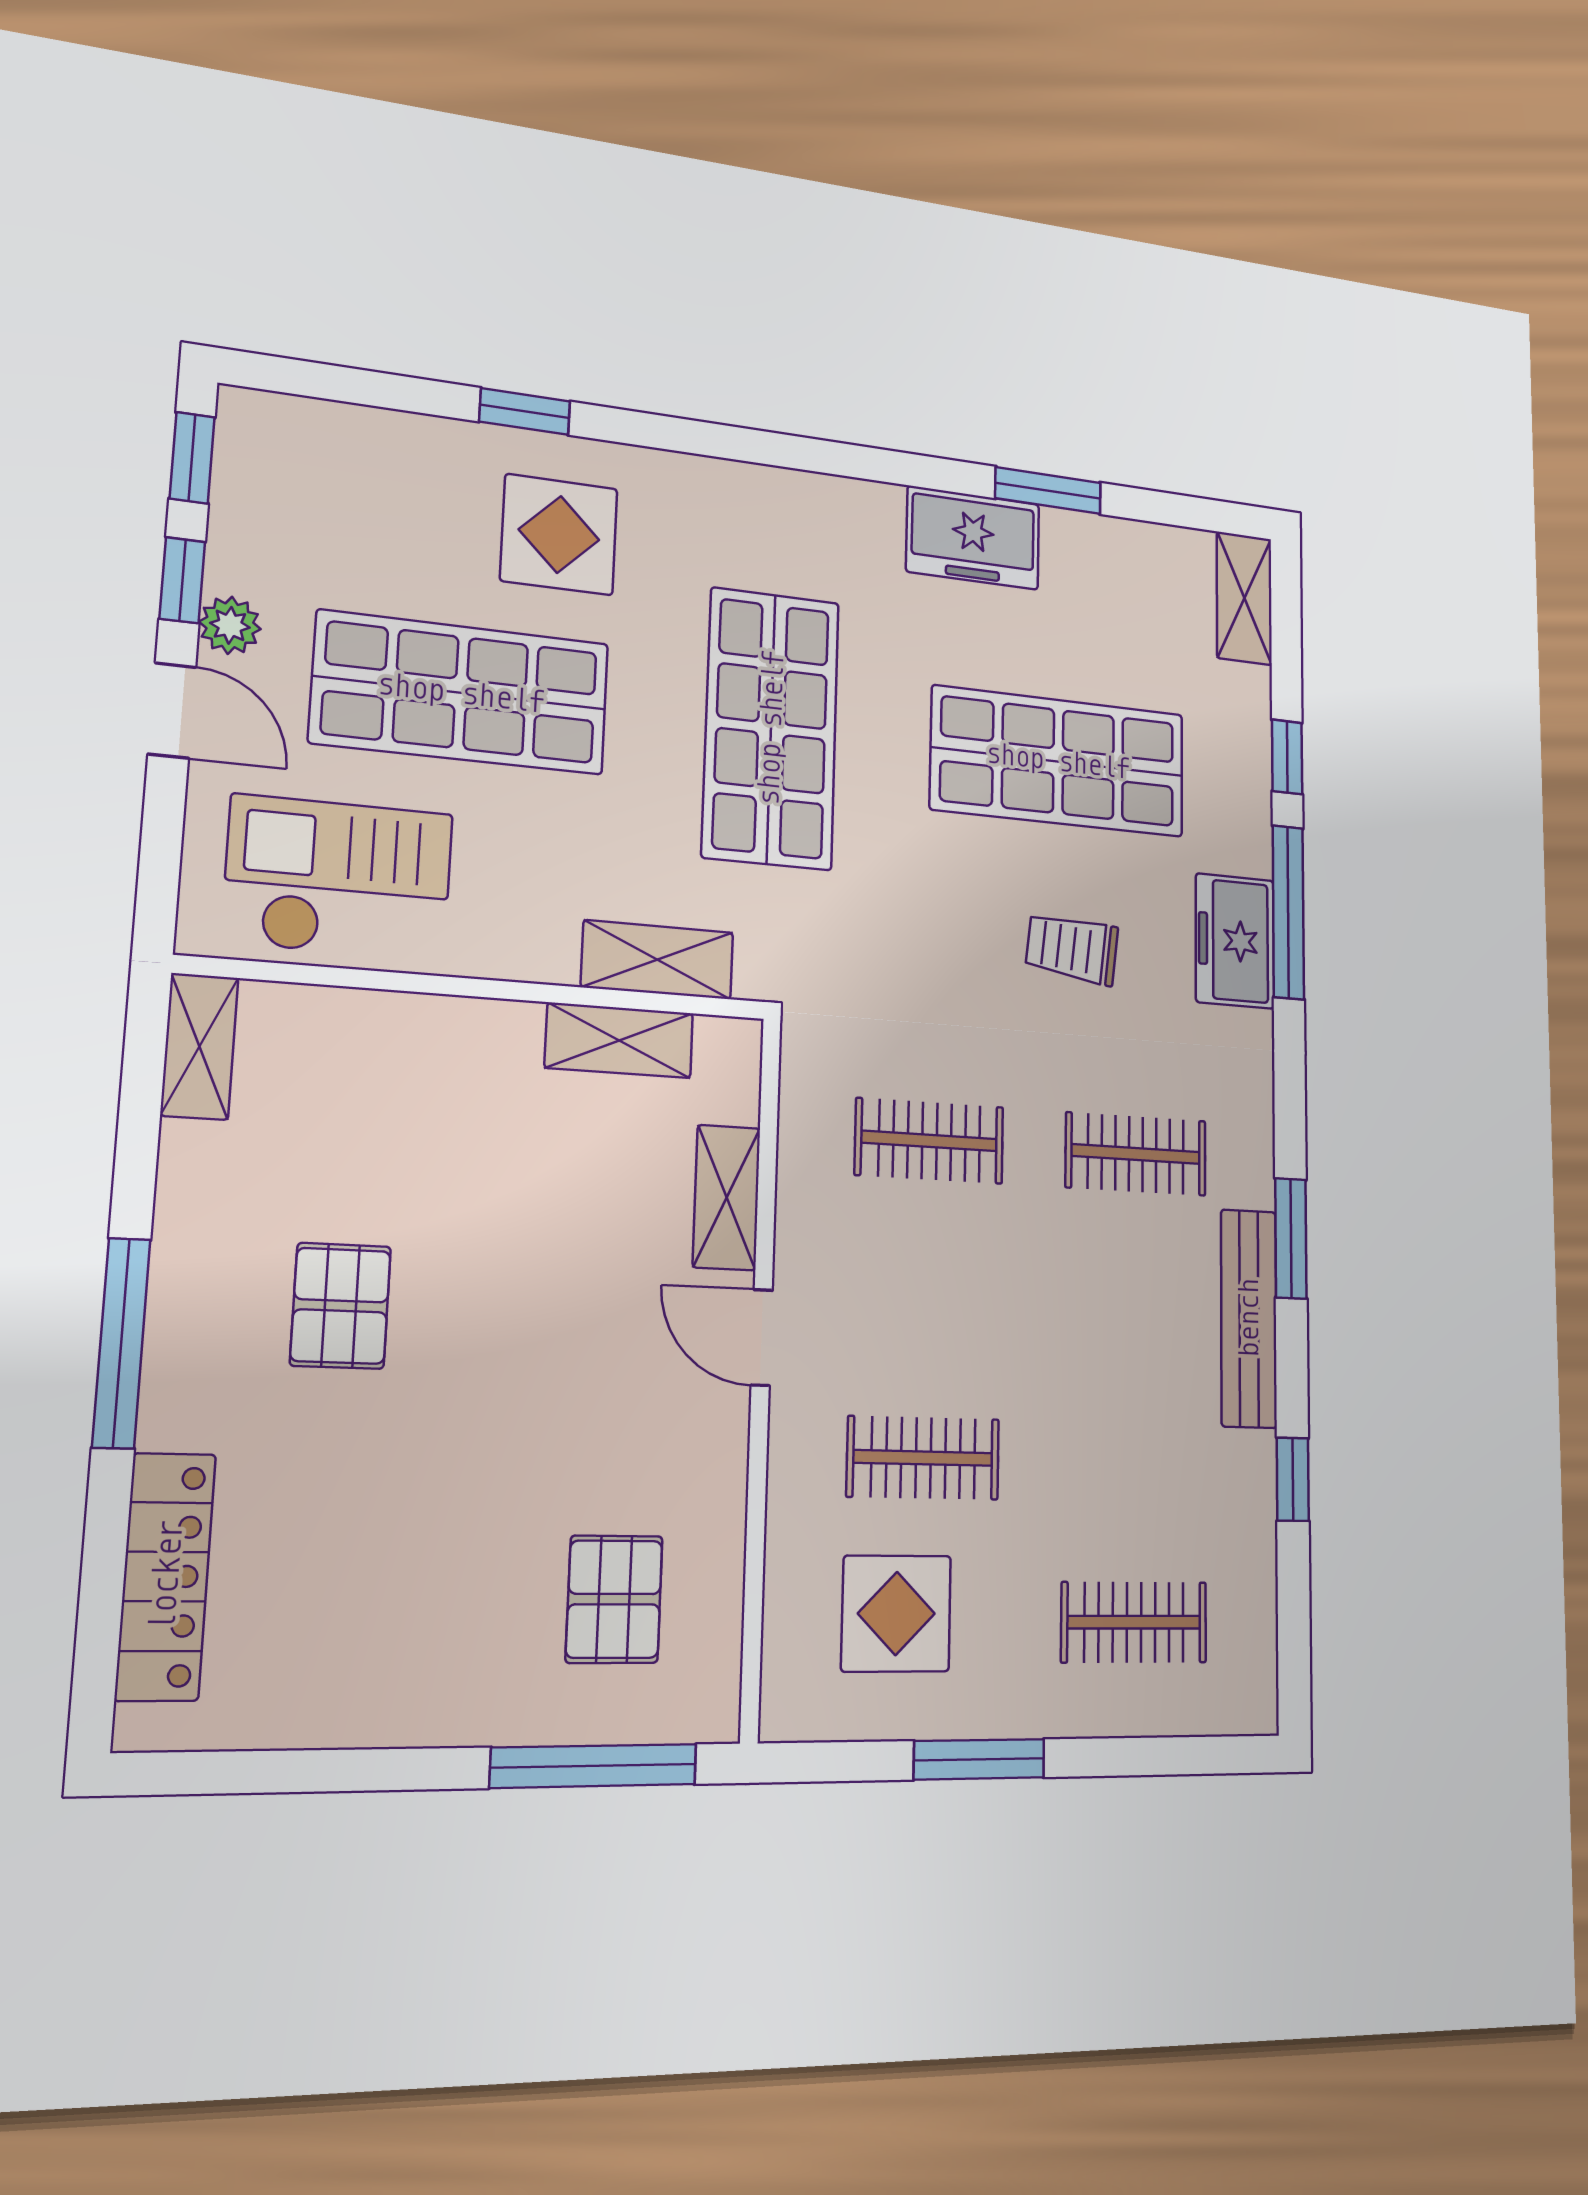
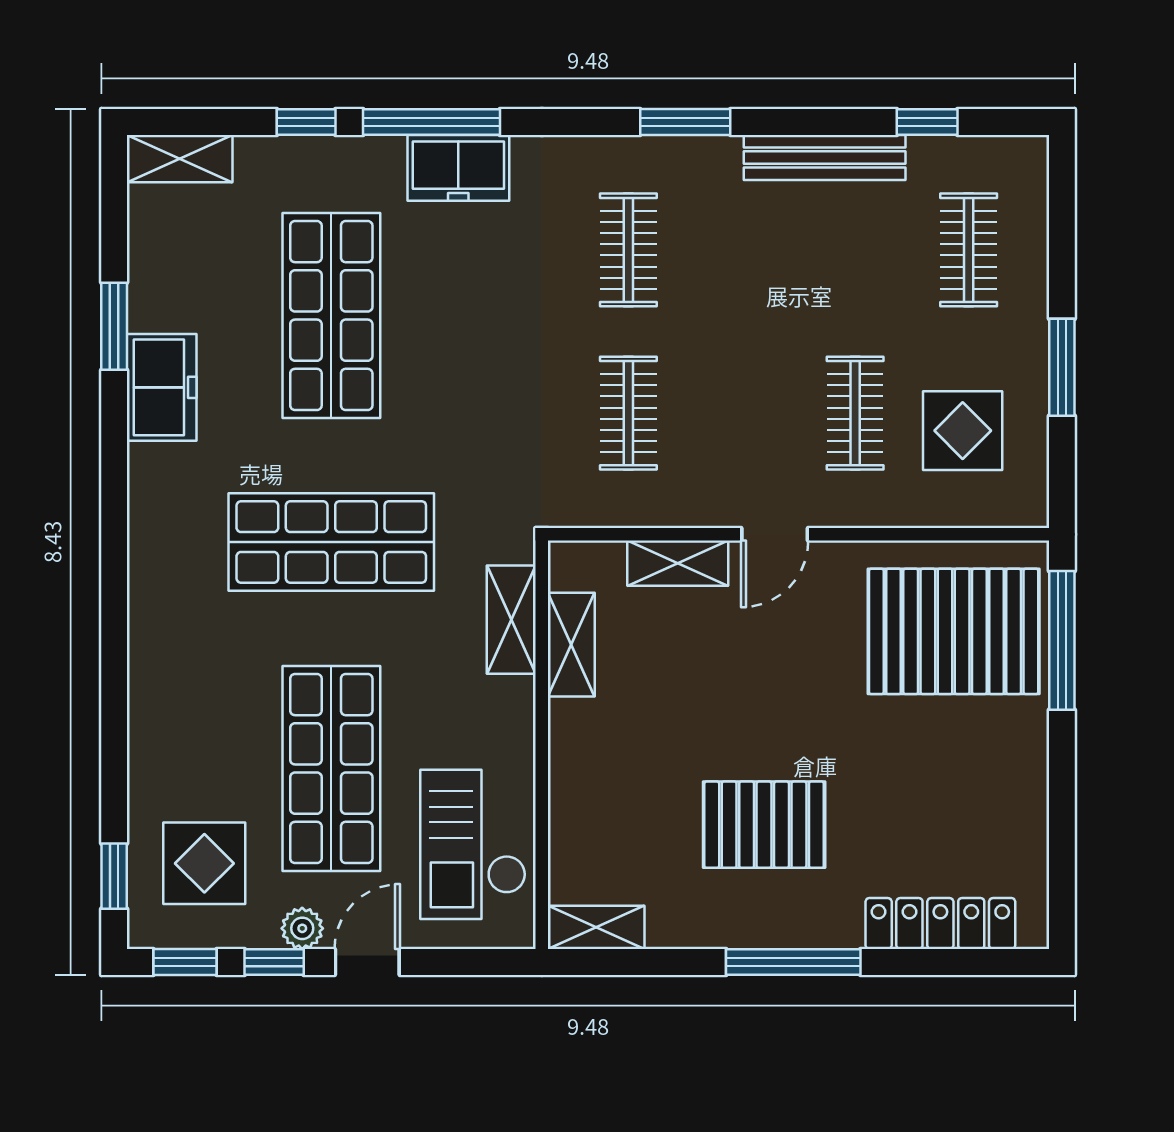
window: (525, 411) -> (114, 876), moved
display table: (559, 535) -> (204, 863), moved
trolley: (1072, 948) -> (476, 303), removed
pallet: (341, 1306) -> (764, 825), width x1.50, depth x1.42
bench: (1249, 1318) -> (825, 158), moved
window: (1293, 1479) -> (927, 122), moved
pallet: (614, 1599) -> (954, 631), width x2.05, depth x2.00

